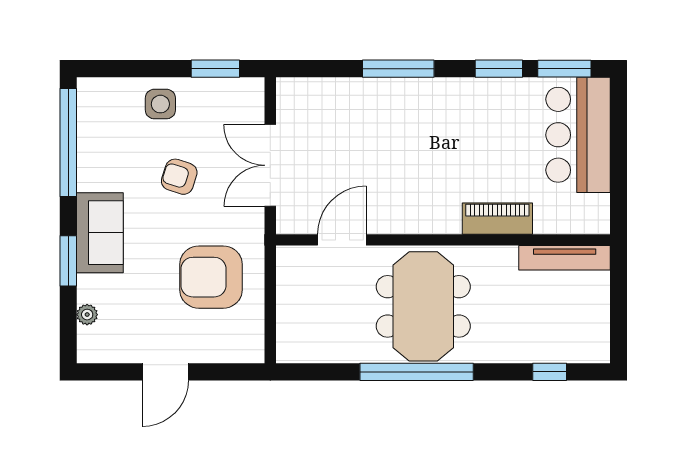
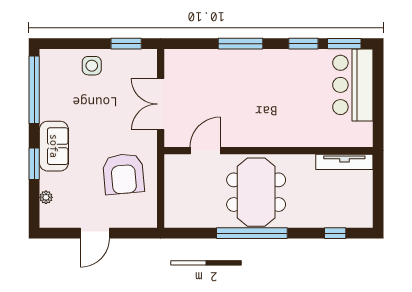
armchair: (179, 177) -> (104, 111), removed
piano: (497, 219) -> (302, 137), removed
armchair: (211, 277) -> (123, 174), turned -95

